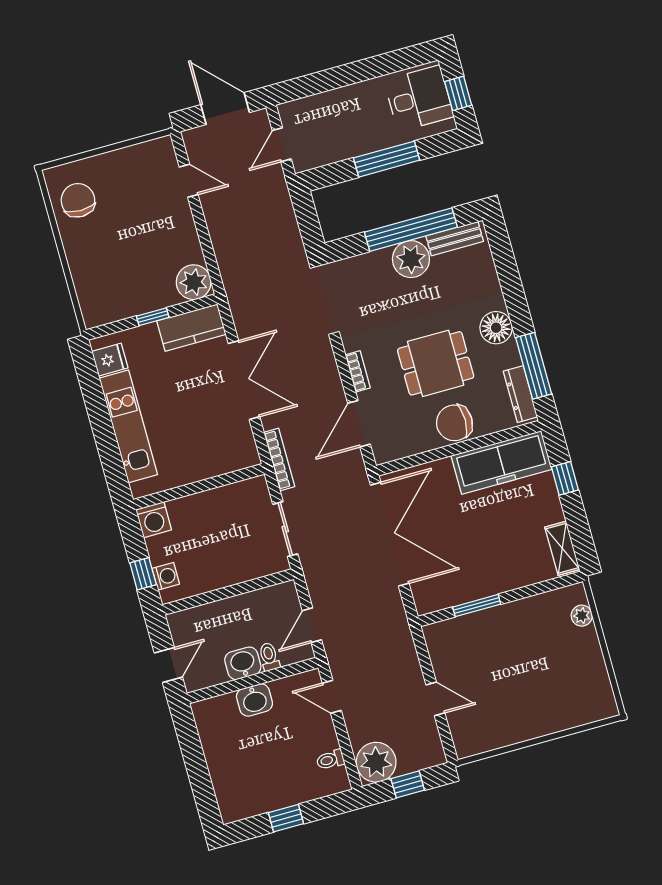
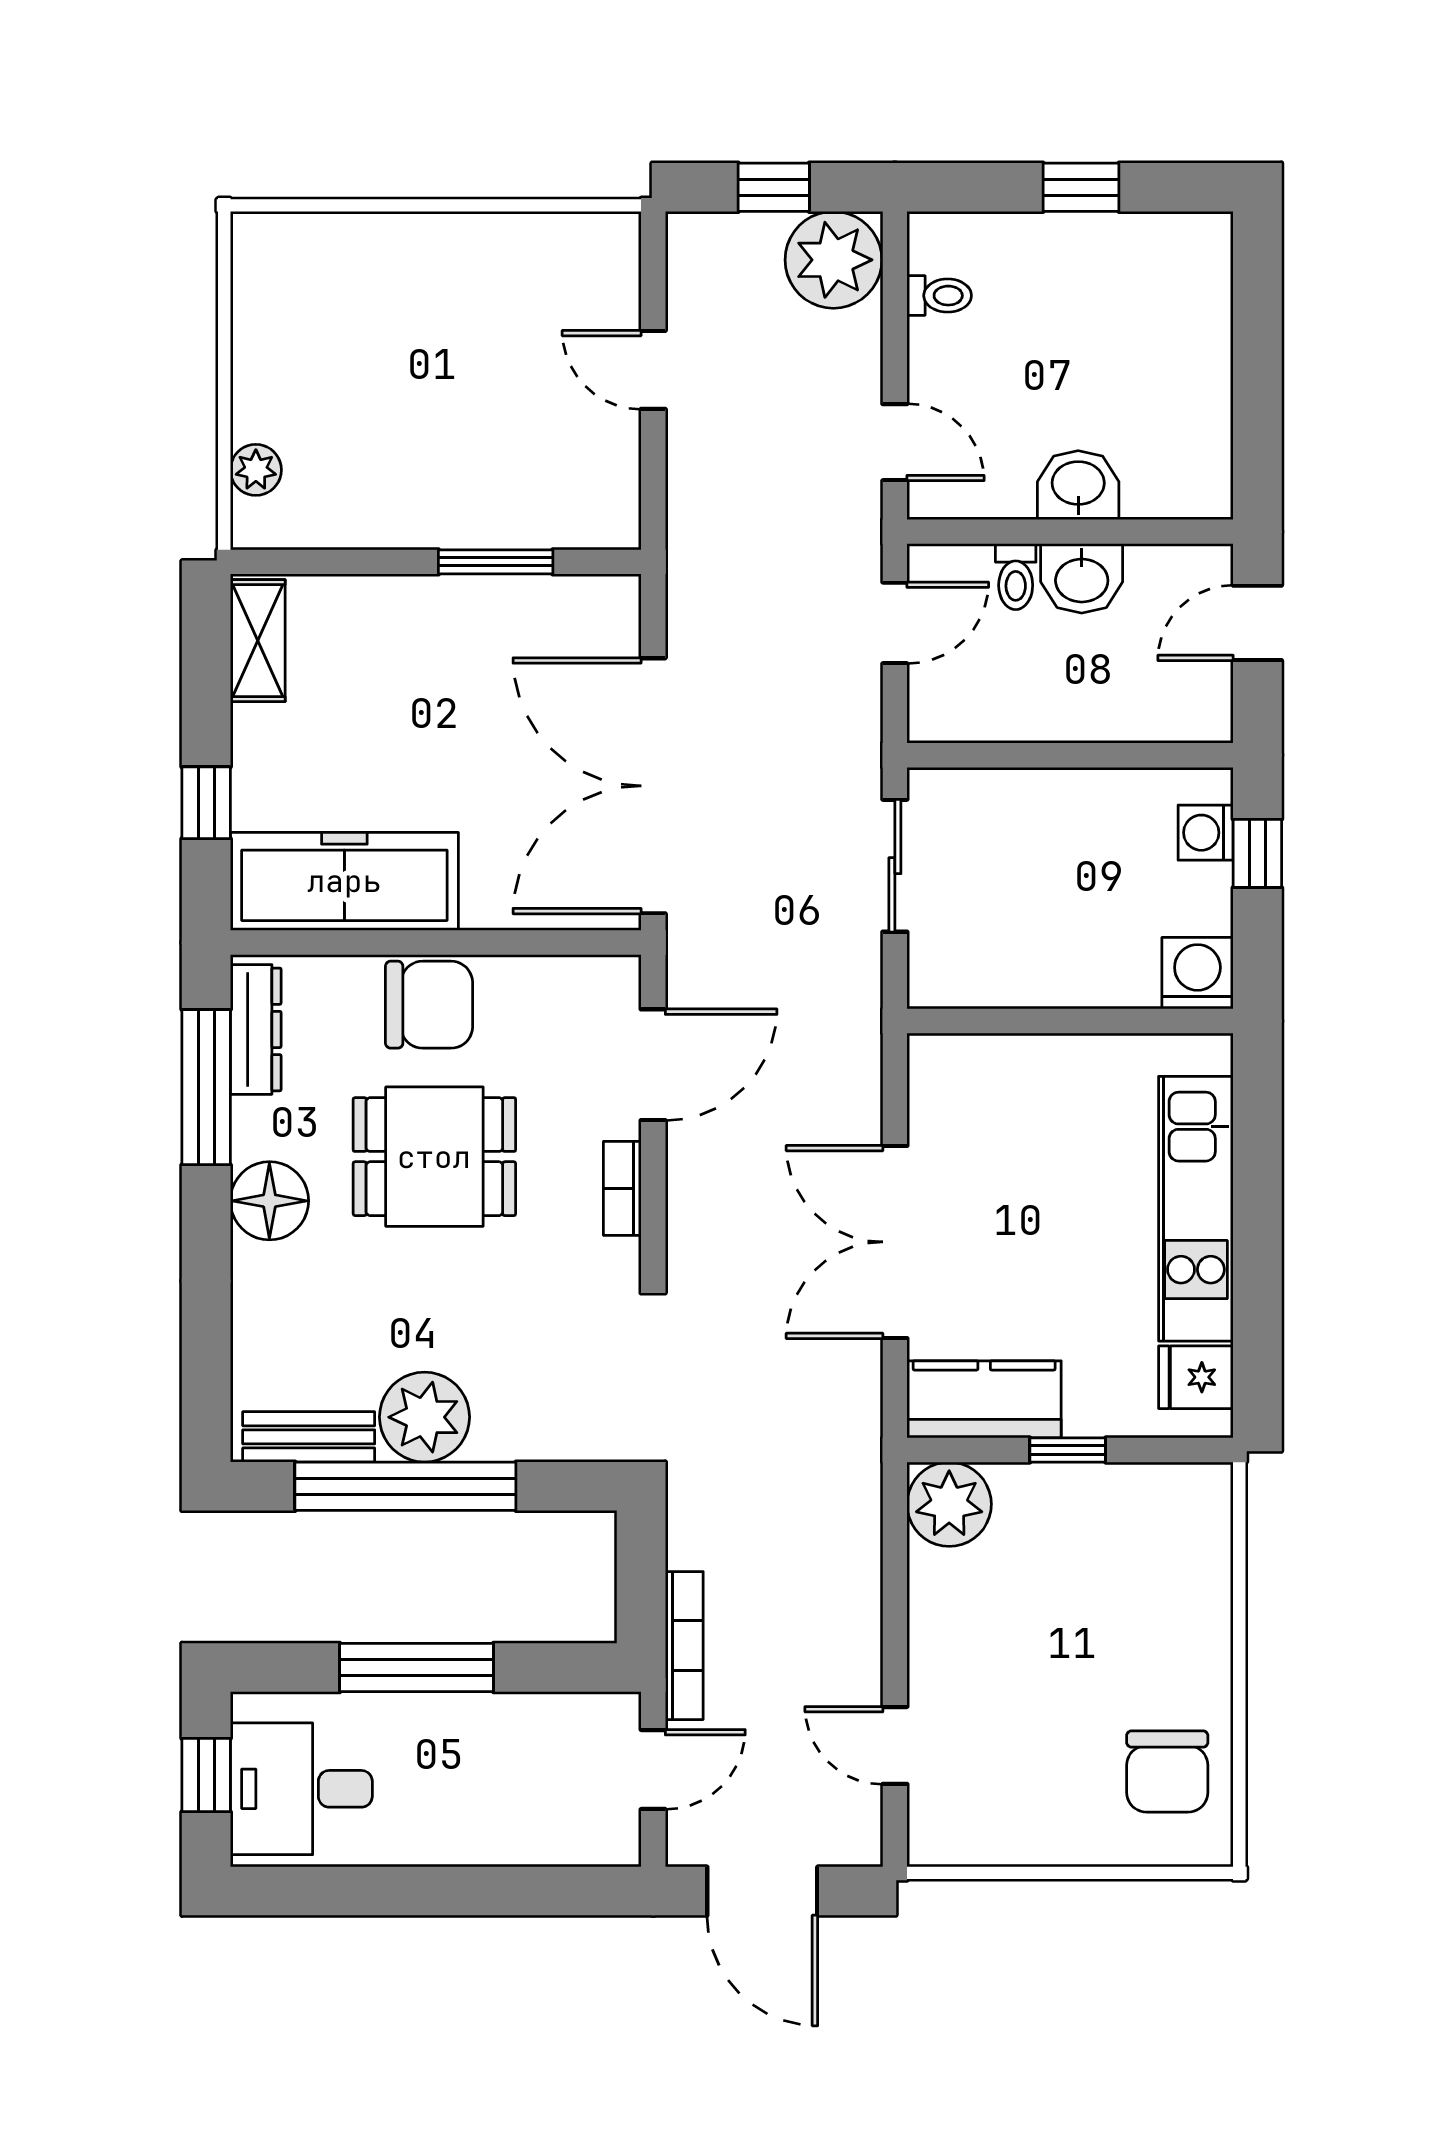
bookcase: (279, 459) -> (684, 1646), moved, turned 180

